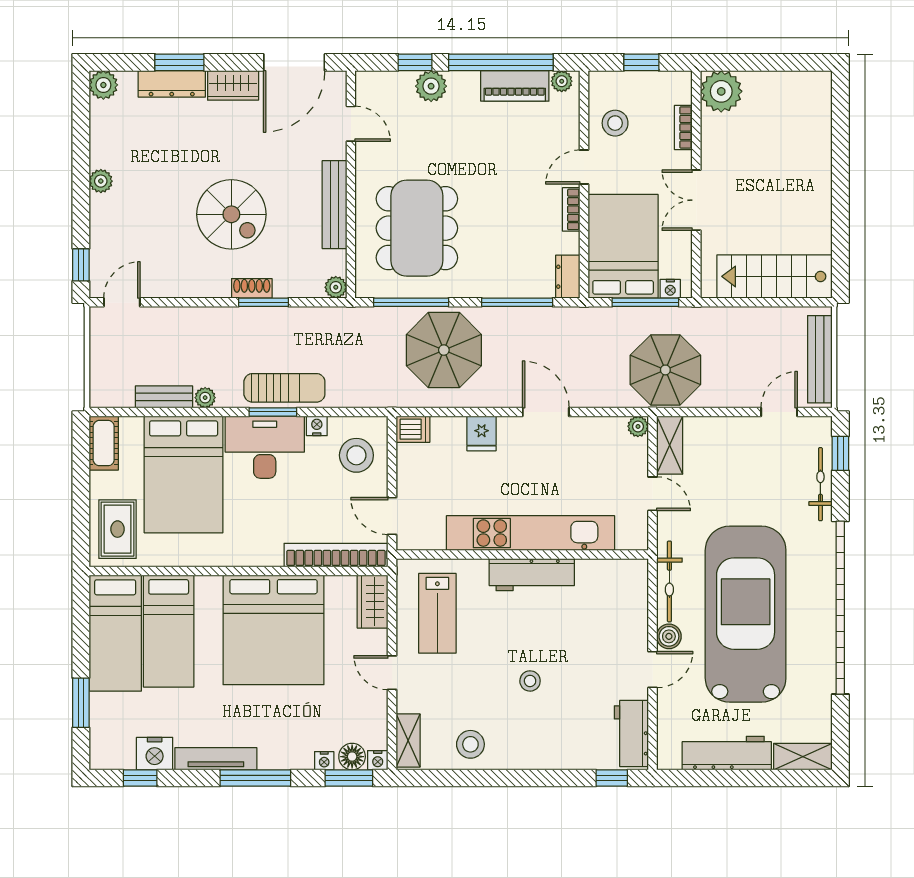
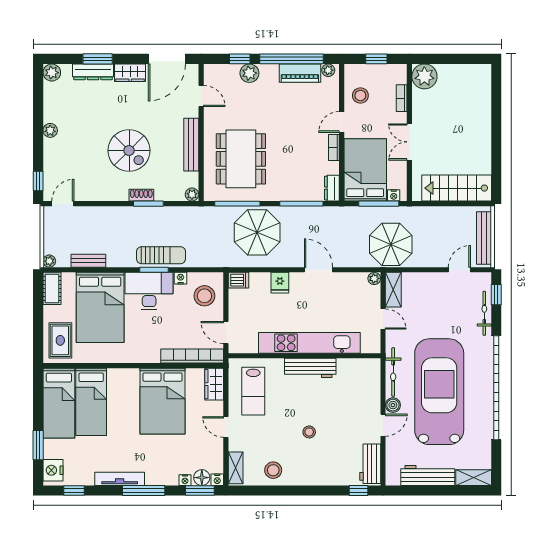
plant: (205, 398) -> (49, 261), moved
bed: (274, 630) -> (163, 401), width x0.73
nightstand: (155, 754) -> (53, 470), moved, turned 90

